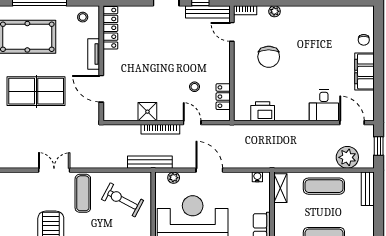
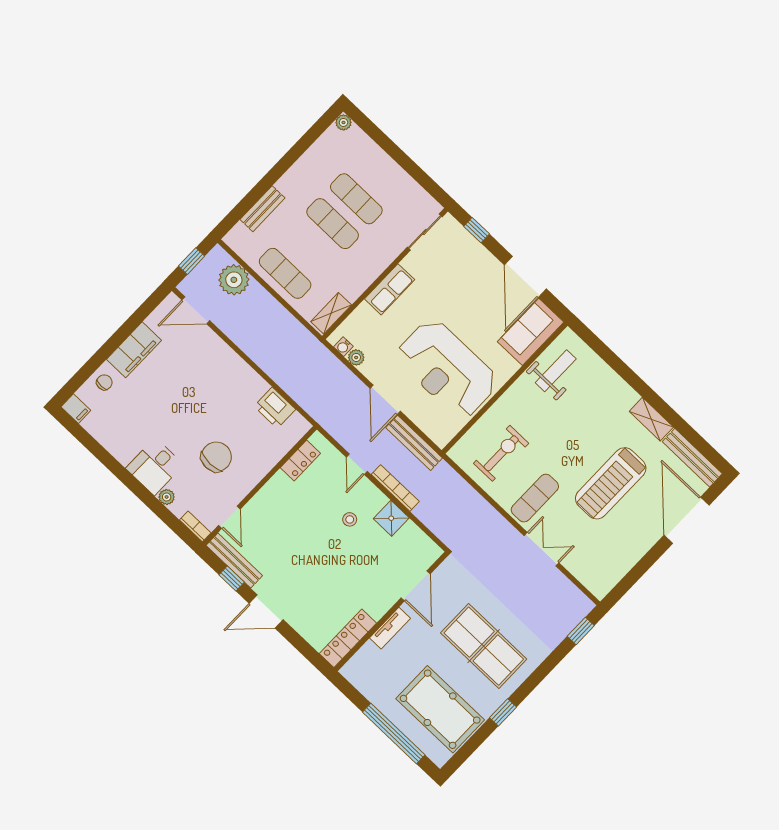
filing cabinet: (365, 12) -> (76, 409), added
stool: (83, 17) -> (365, 676), removed
stool: (195, 87) -> (350, 519), moved
desk: (324, 105) -> (155, 467), moved, turned 180
door: (352, 123) -> (196, 310), hinge flipped
bench: (150, 162) -> (414, 443), moved
double door: (54, 170) -> (542, 549), swing flipped
plant: (174, 178) -> (356, 357), moved
bench: (368, 189) -> (262, 209), moved
exercise bike: (123, 200) -> (501, 453), turned -118

